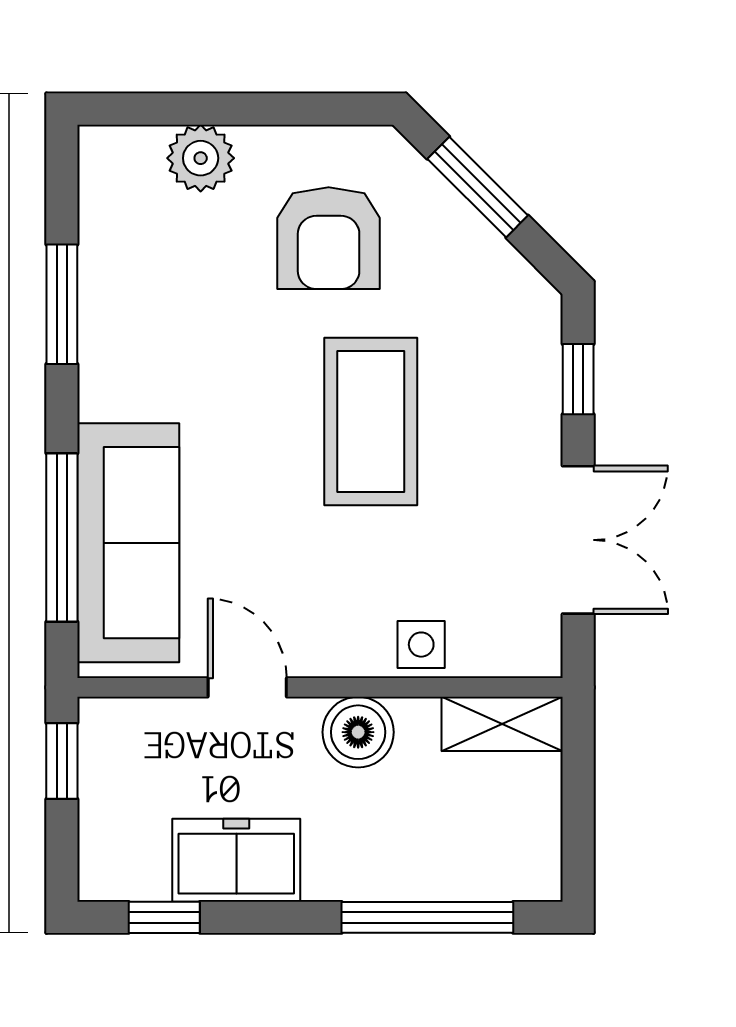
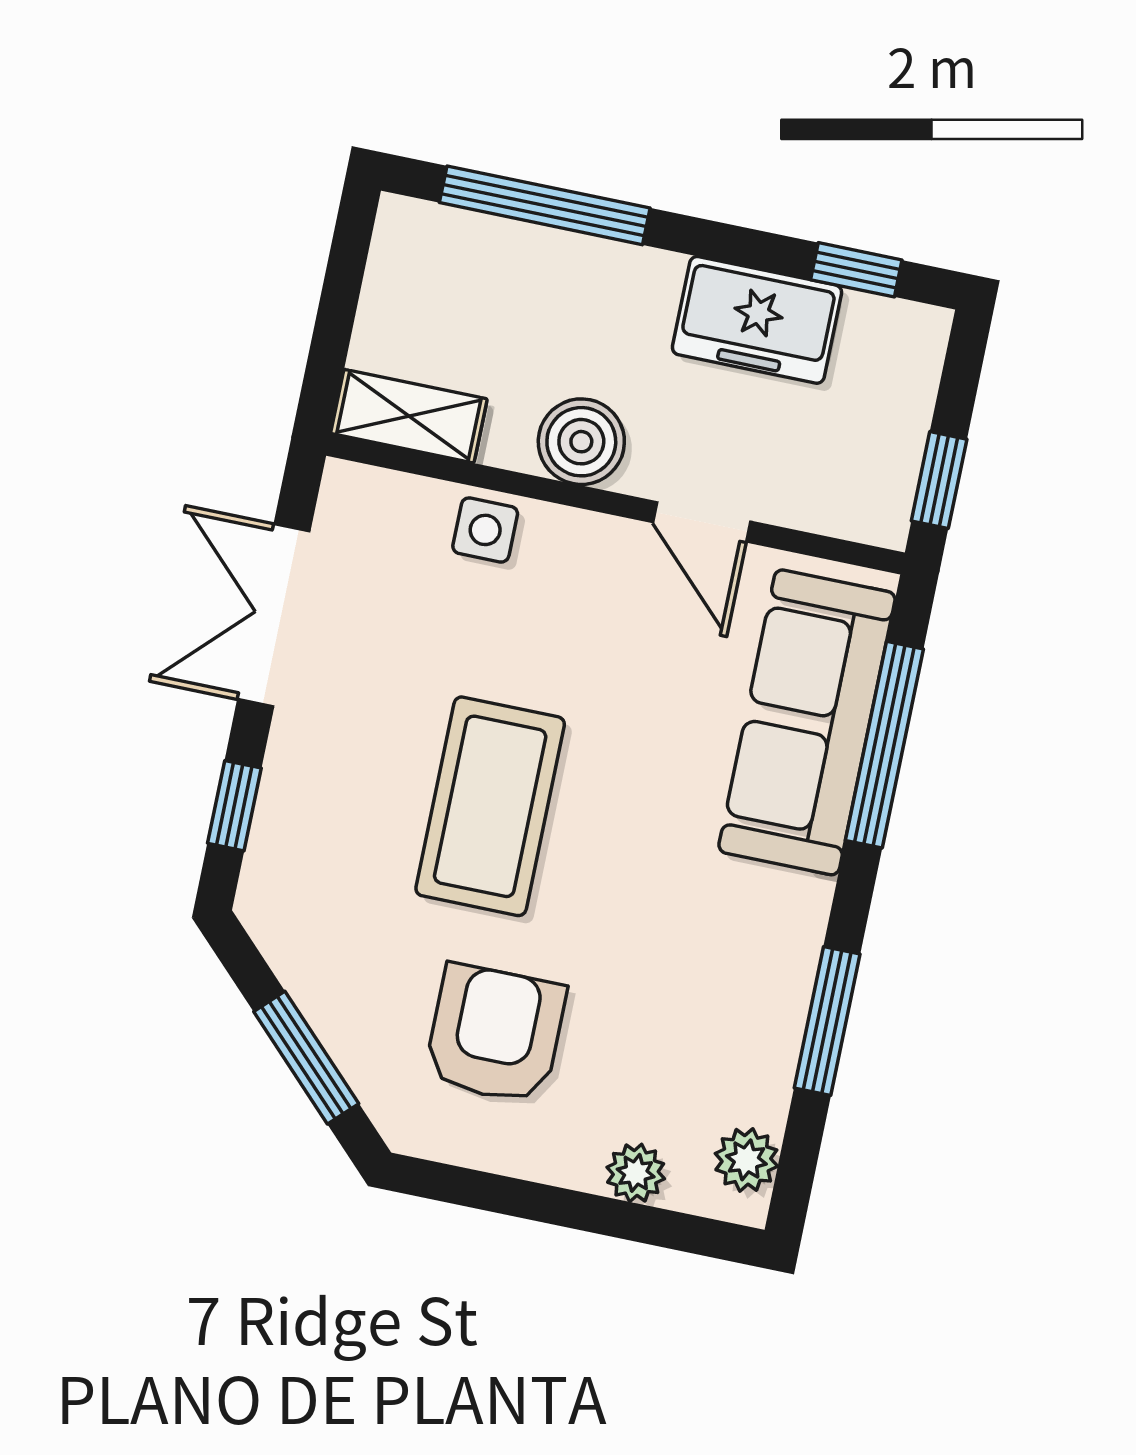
plant: (201, 158) -> (636, 1173), width x0.73, depth x0.73
plant: (104, 178) -> (746, 1160), added

